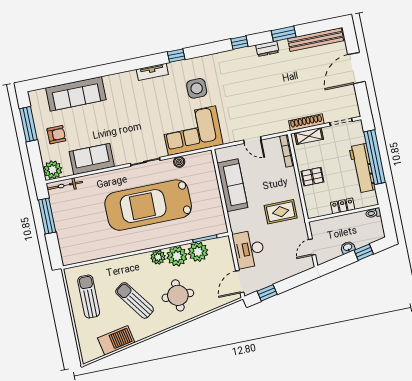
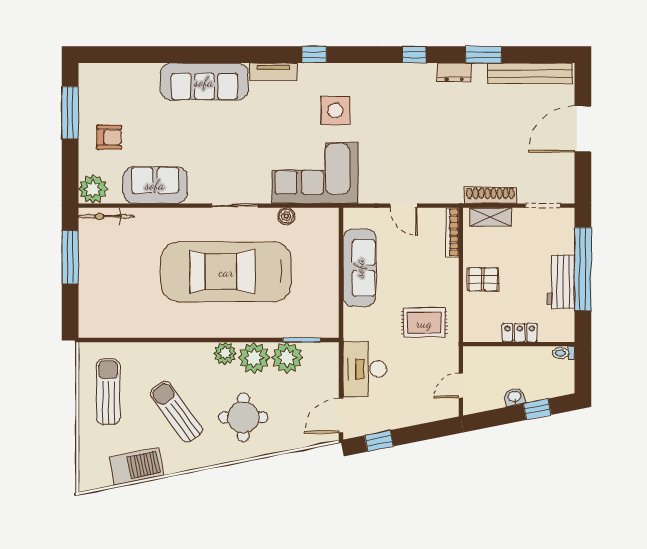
sofa: (76, 94) -> (204, 82), moved
workbench: (362, 168) -> (561, 282), width x0.73

